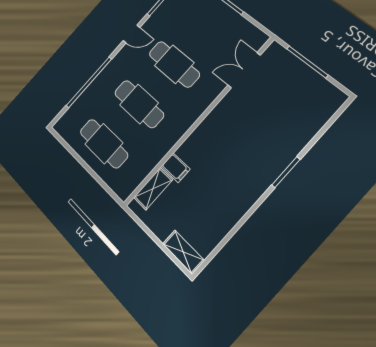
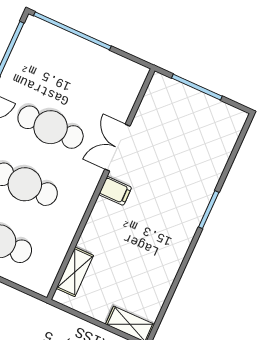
double door: (244, 70) -> (117, 148), moved
filing cabinet: (176, 168) -> (115, 191), moved

